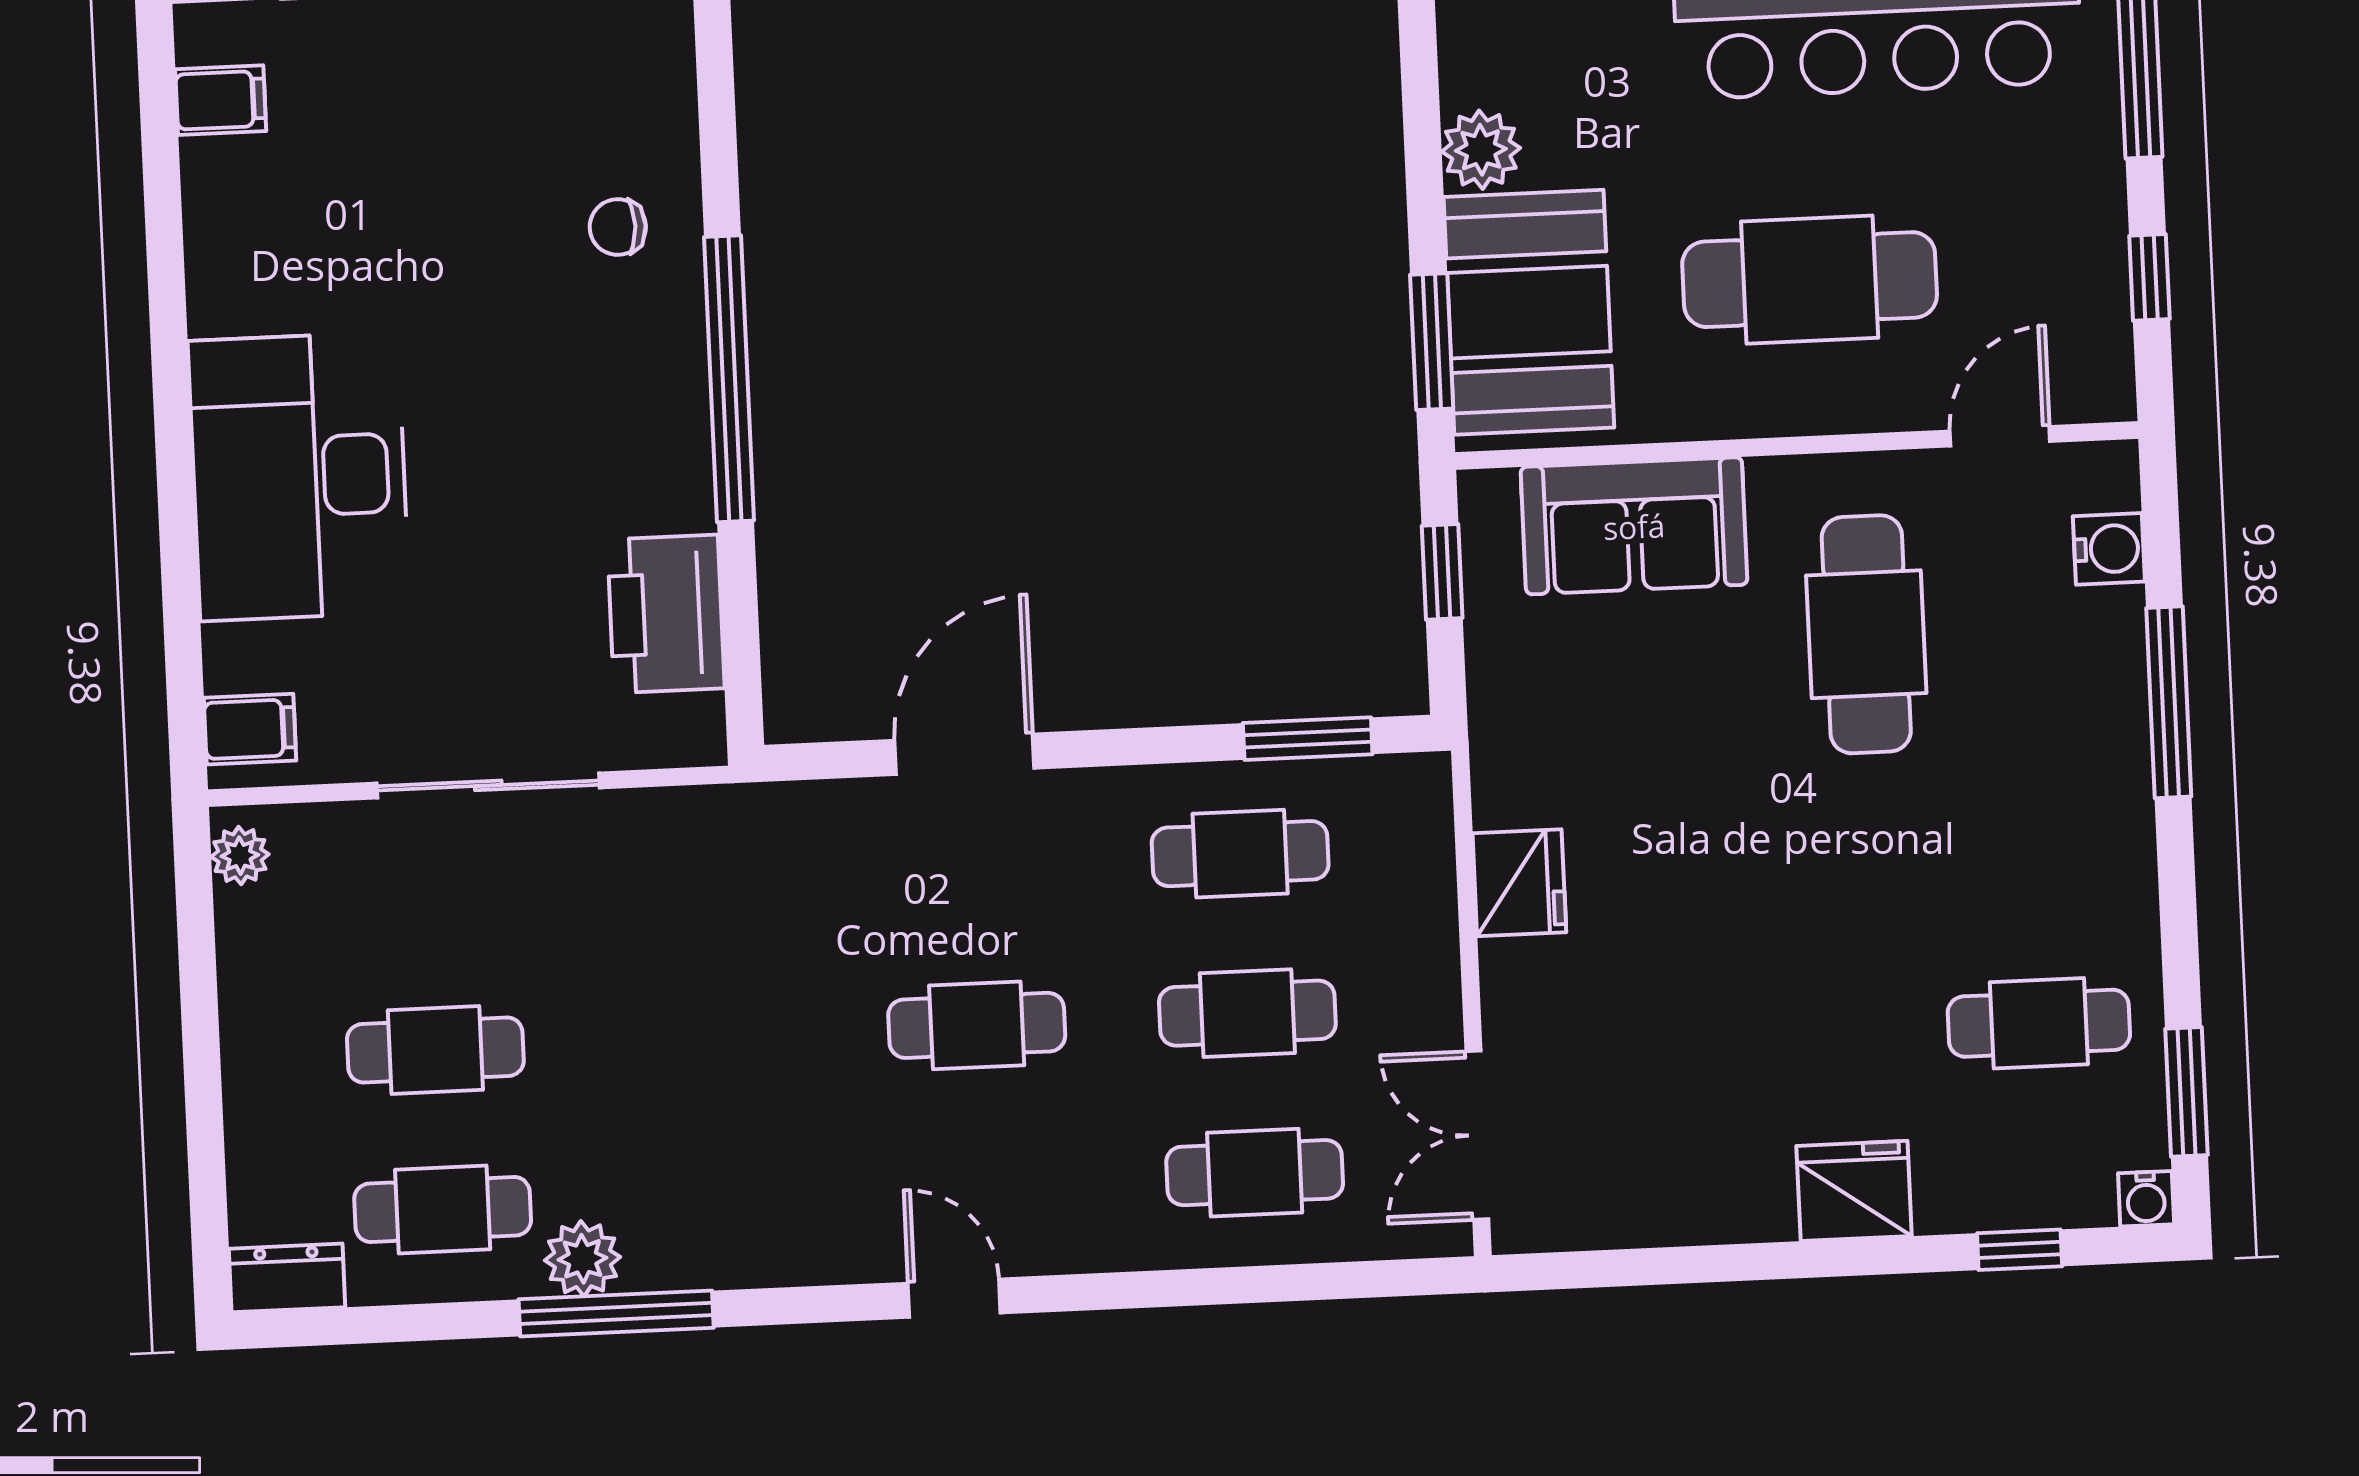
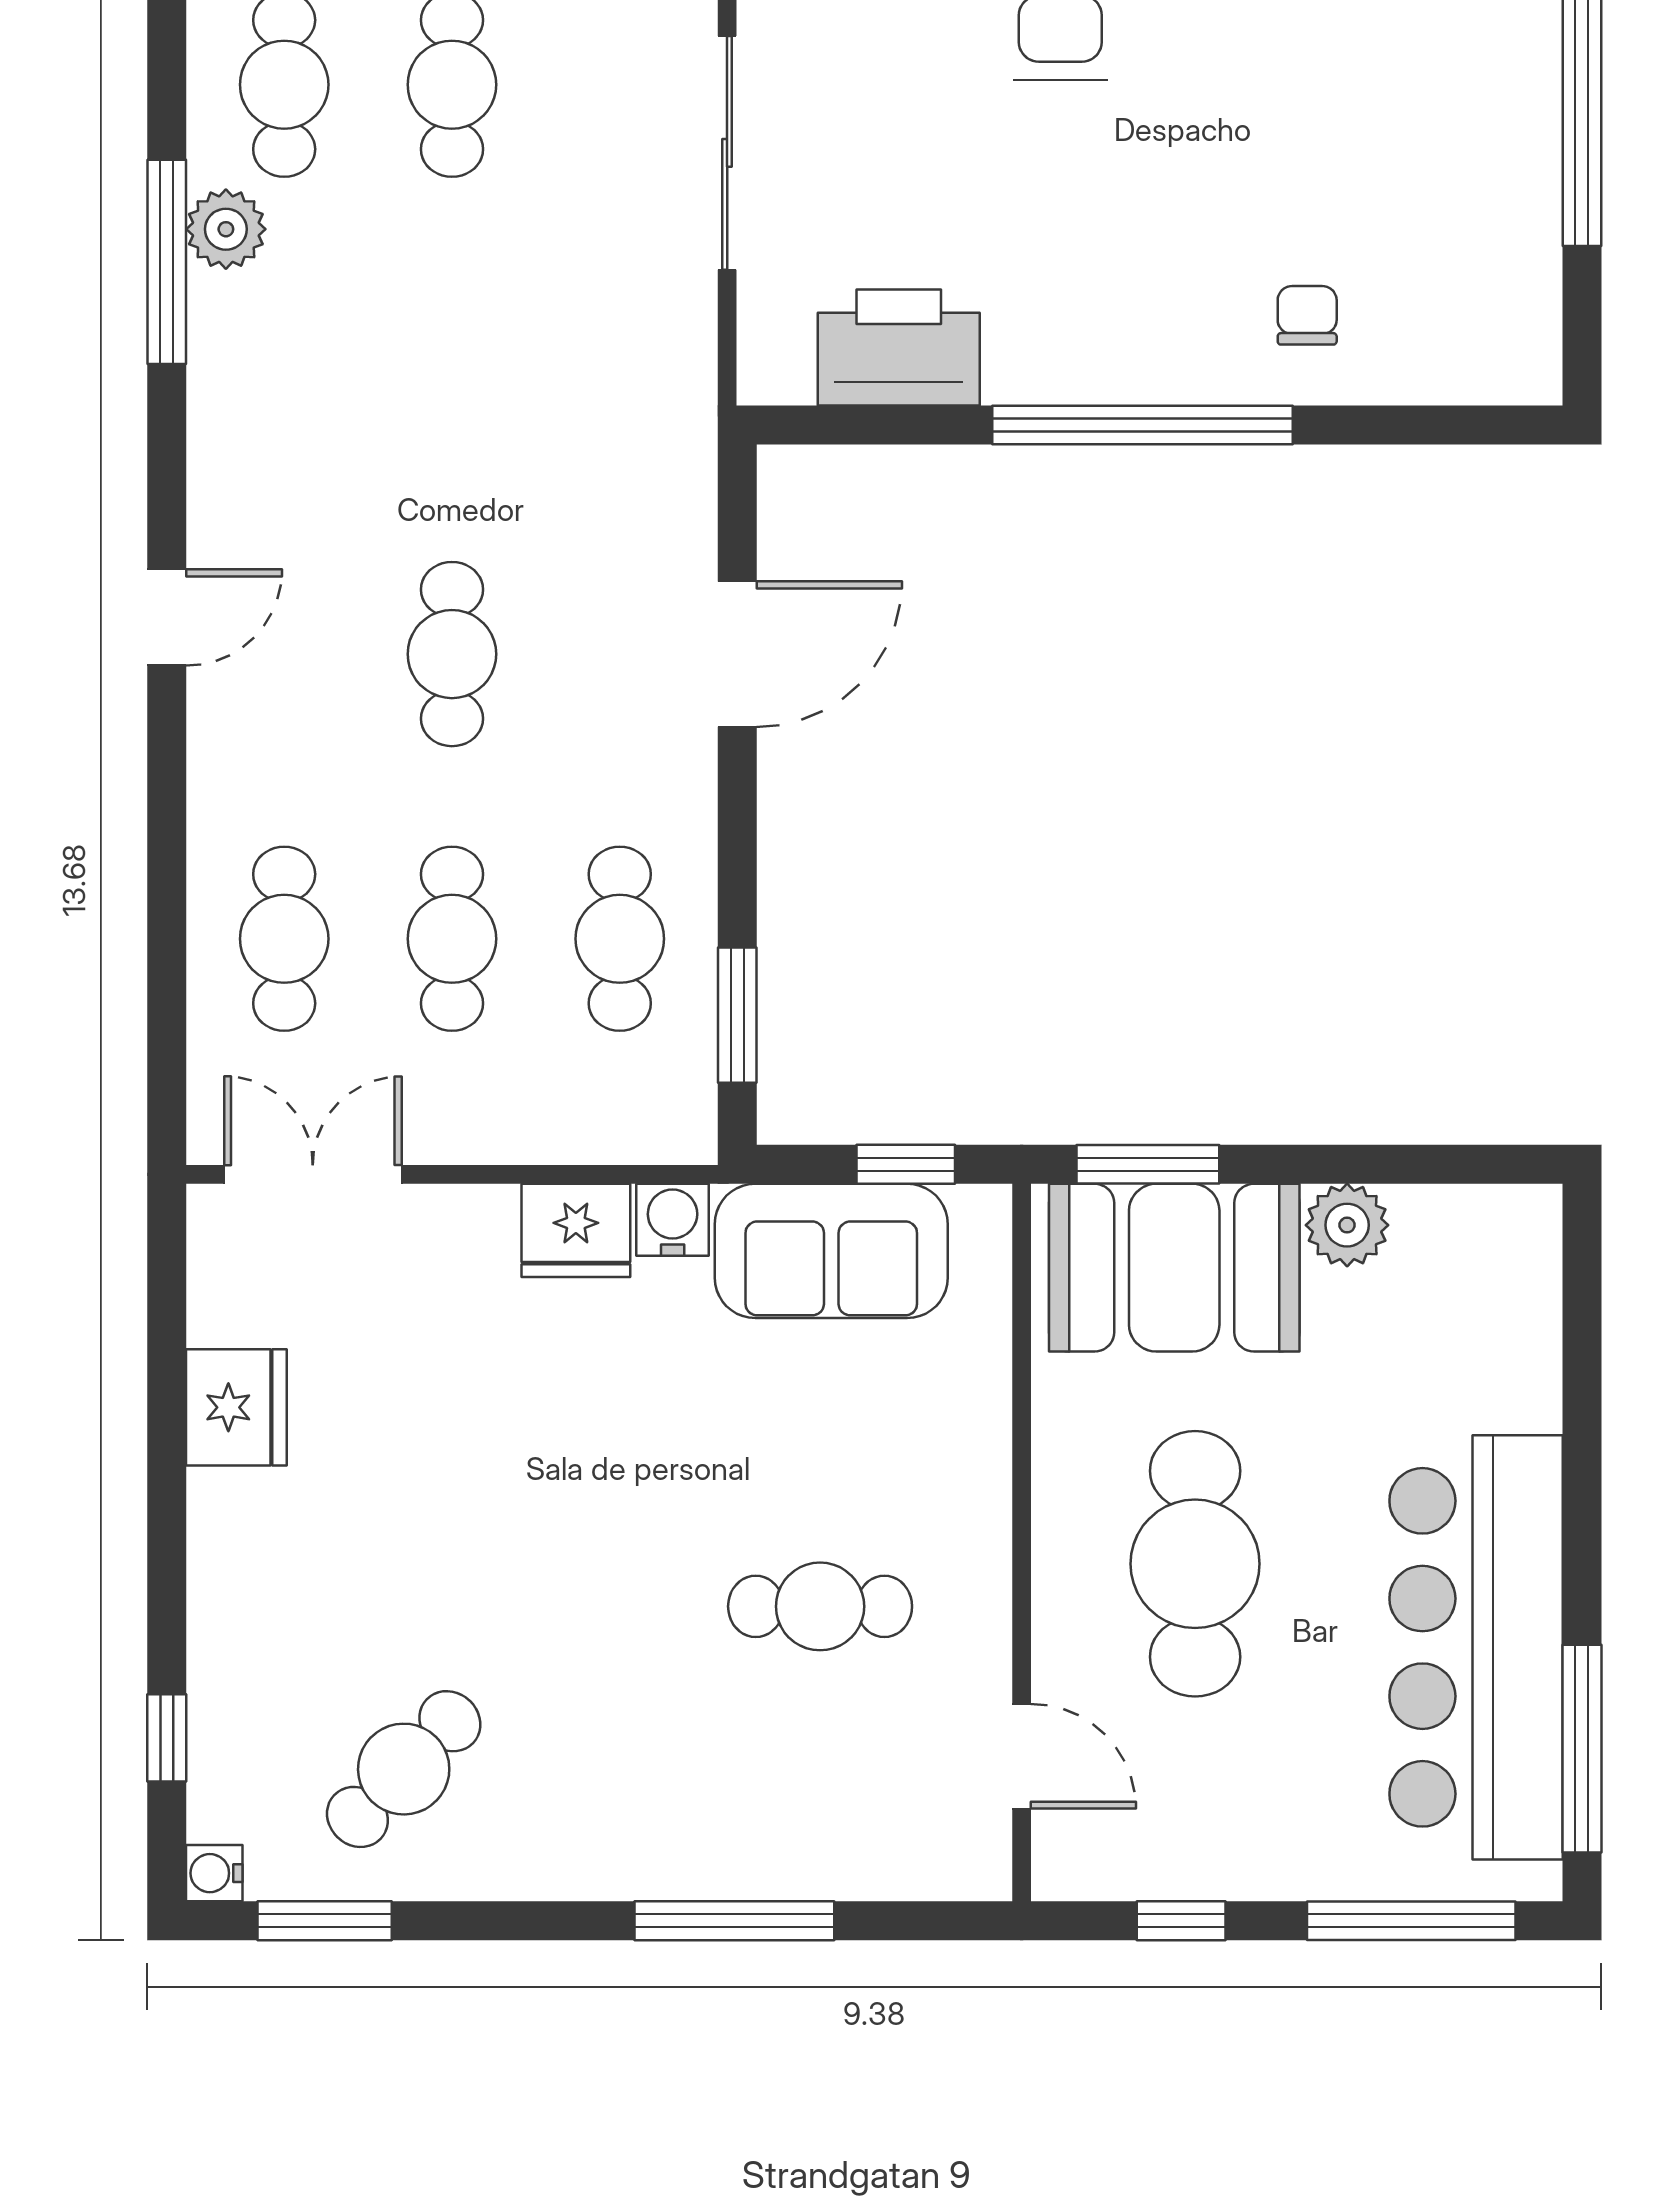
sofa: (1634, 526) -> (831, 1251), moved, turned -90
water cooler: (2109, 549) -> (673, 1220), moved, turned 180
cafe table: (1866, 634) -> (820, 1606), width x0.73, depth x0.74
door: (964, 754) -> (737, 654), hinge flipped
cafe table: (2039, 1023) -> (404, 1769), turned 44
fridge: (1854, 1191) -> (236, 1407), moved

